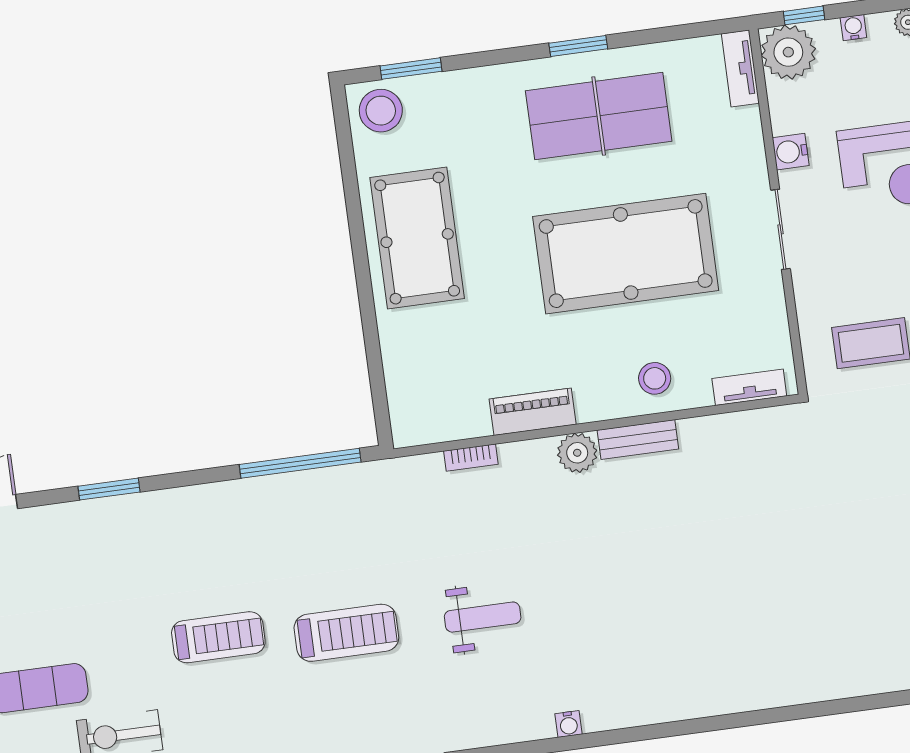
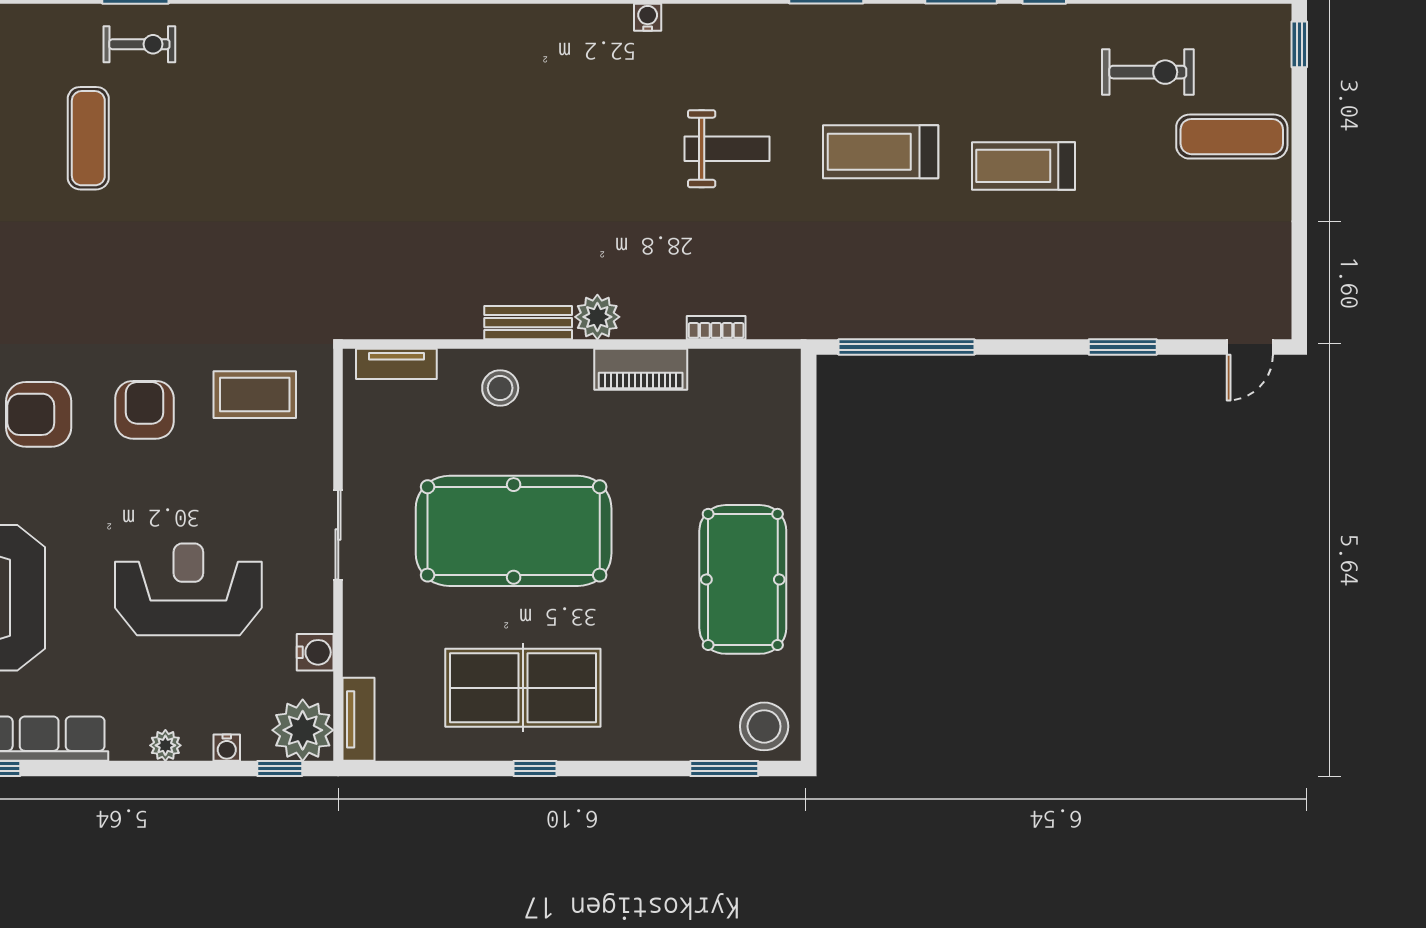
window: (578, 46) -> (535, 769), width x0.67
water cooler: (791, 152) -> (315, 652), moved
weight bench: (483, 617) -> (727, 149), turned 180

